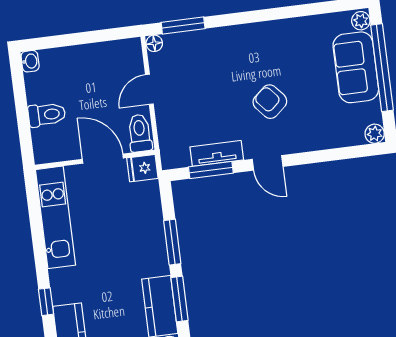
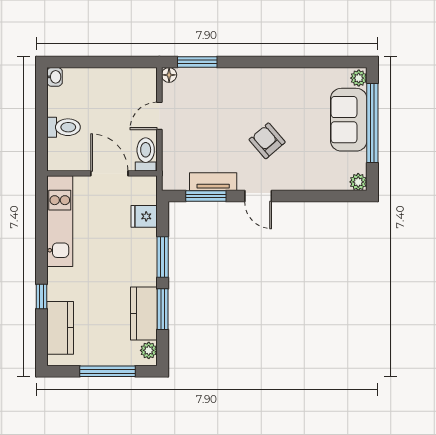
fridge: (142, 168) -> (144, 216), moved

